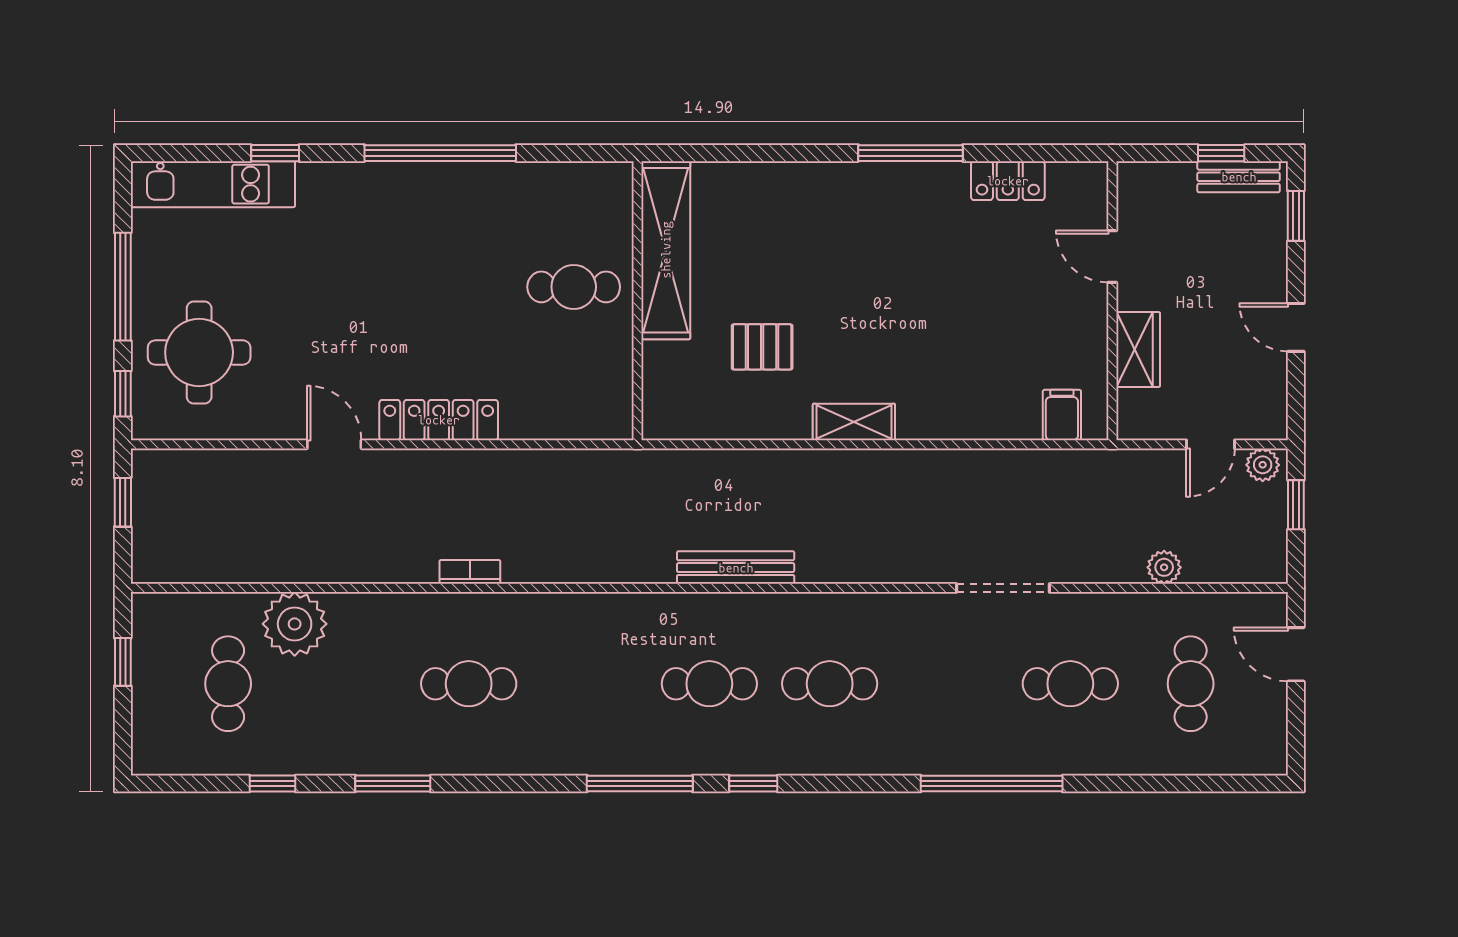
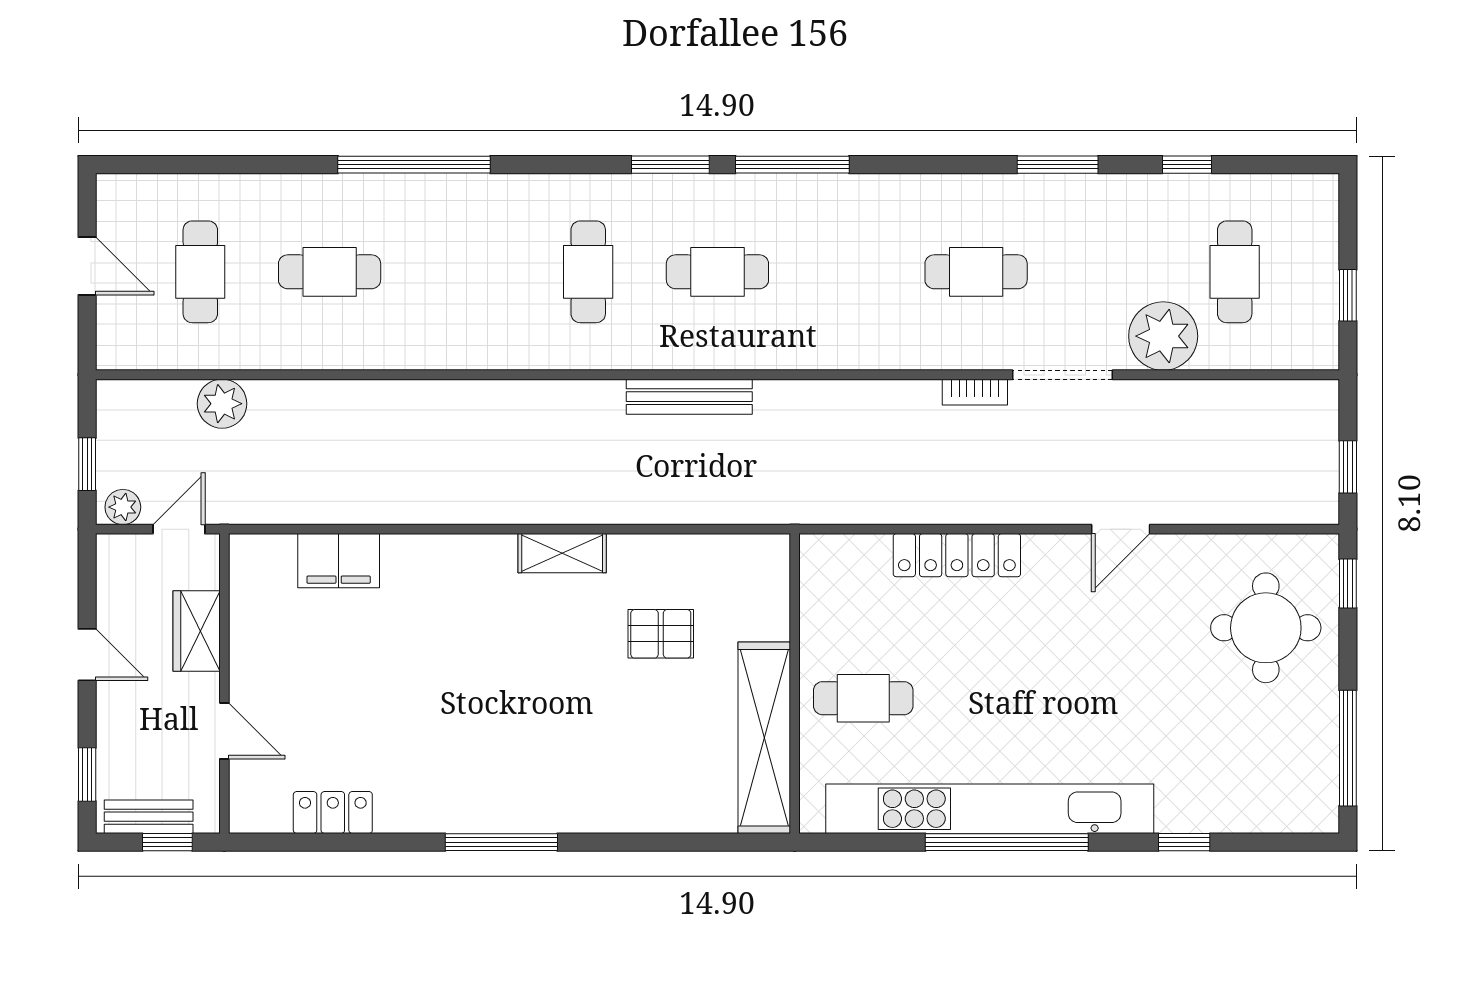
locker: (1008, 181) -> (333, 813), moved
kitchen unit: (213, 184) -> (990, 809), moved, width x1.86
door: (1112, 257) -> (224, 731), moved
window: (123, 287) -> (1348, 748), moved
wall: (1112, 301) -> (224, 683), moved
wardrobe: (1138, 349) -> (197, 631), moved
filing cabinet: (1062, 415) -> (339, 561), width x2.00
locker: (439, 420) -> (957, 555), moved
door: (334, 444) -> (1121, 529), hinge flipped
plant: (1164, 567) -> (222, 404), width x1.38, depth x1.38
doorway: (1003, 588) -> (1063, 375), moved
door: (1296, 654) -> (87, 266), moved
cafe table: (830, 684) -> (588, 272), turned 90
window: (753, 783) -> (670, 165), width x1.50

